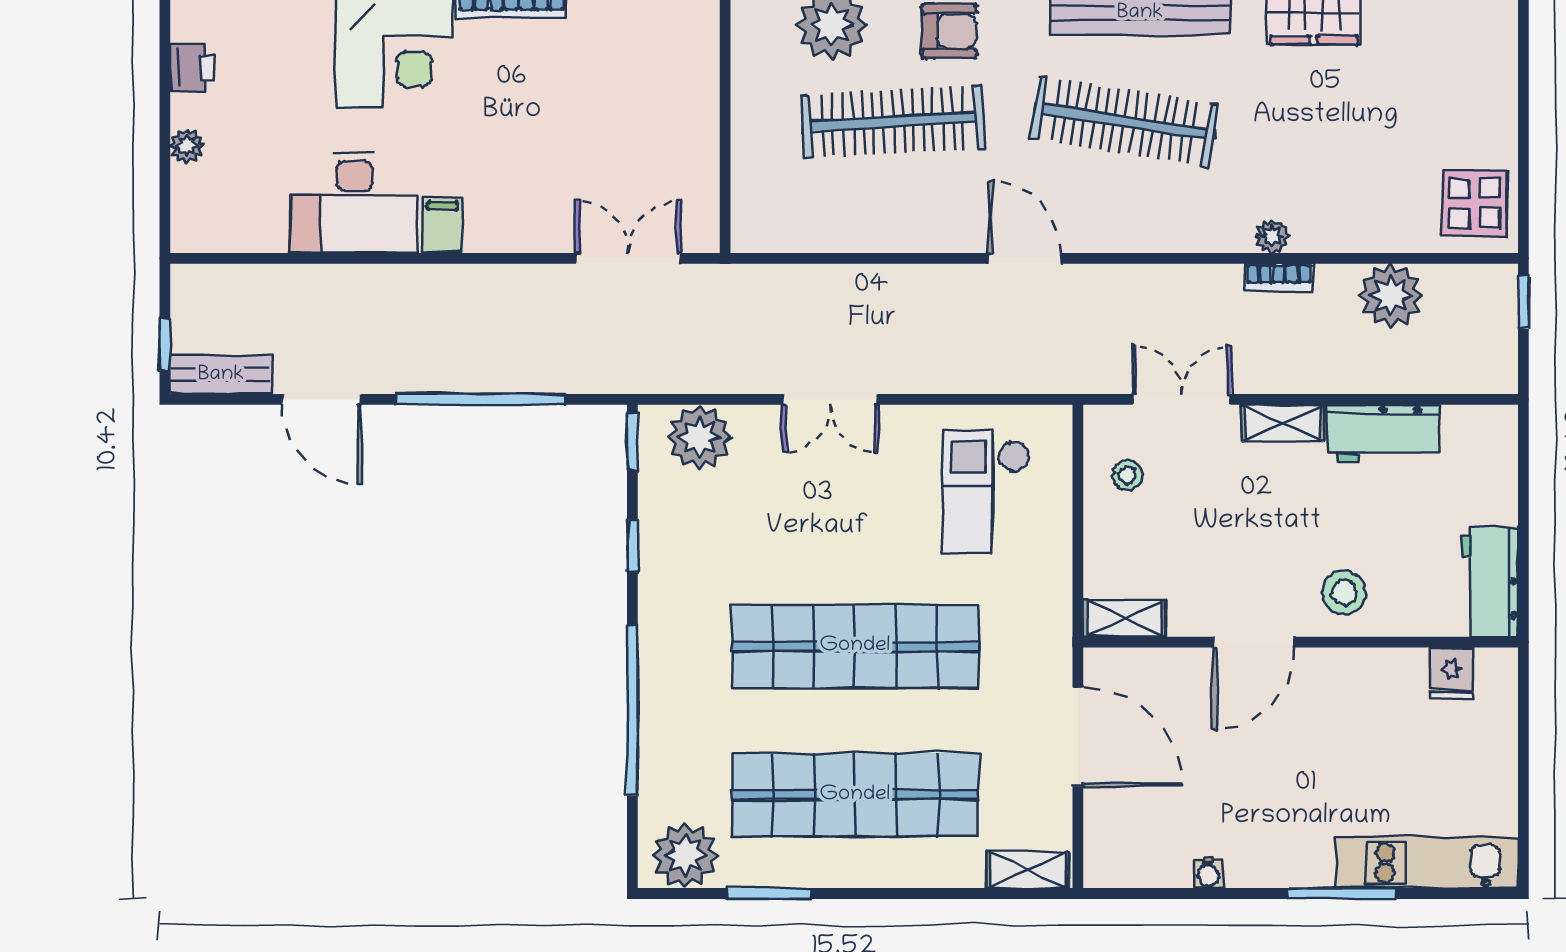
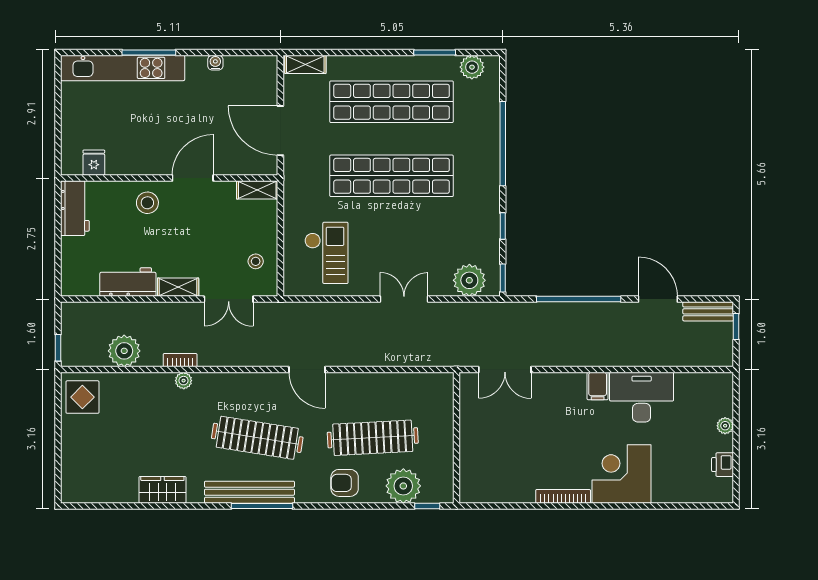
plant: (685, 855) -> (472, 67), width x0.73, depth x0.73
kitchen unit: (1427, 863) -> (123, 68), width x1.36

